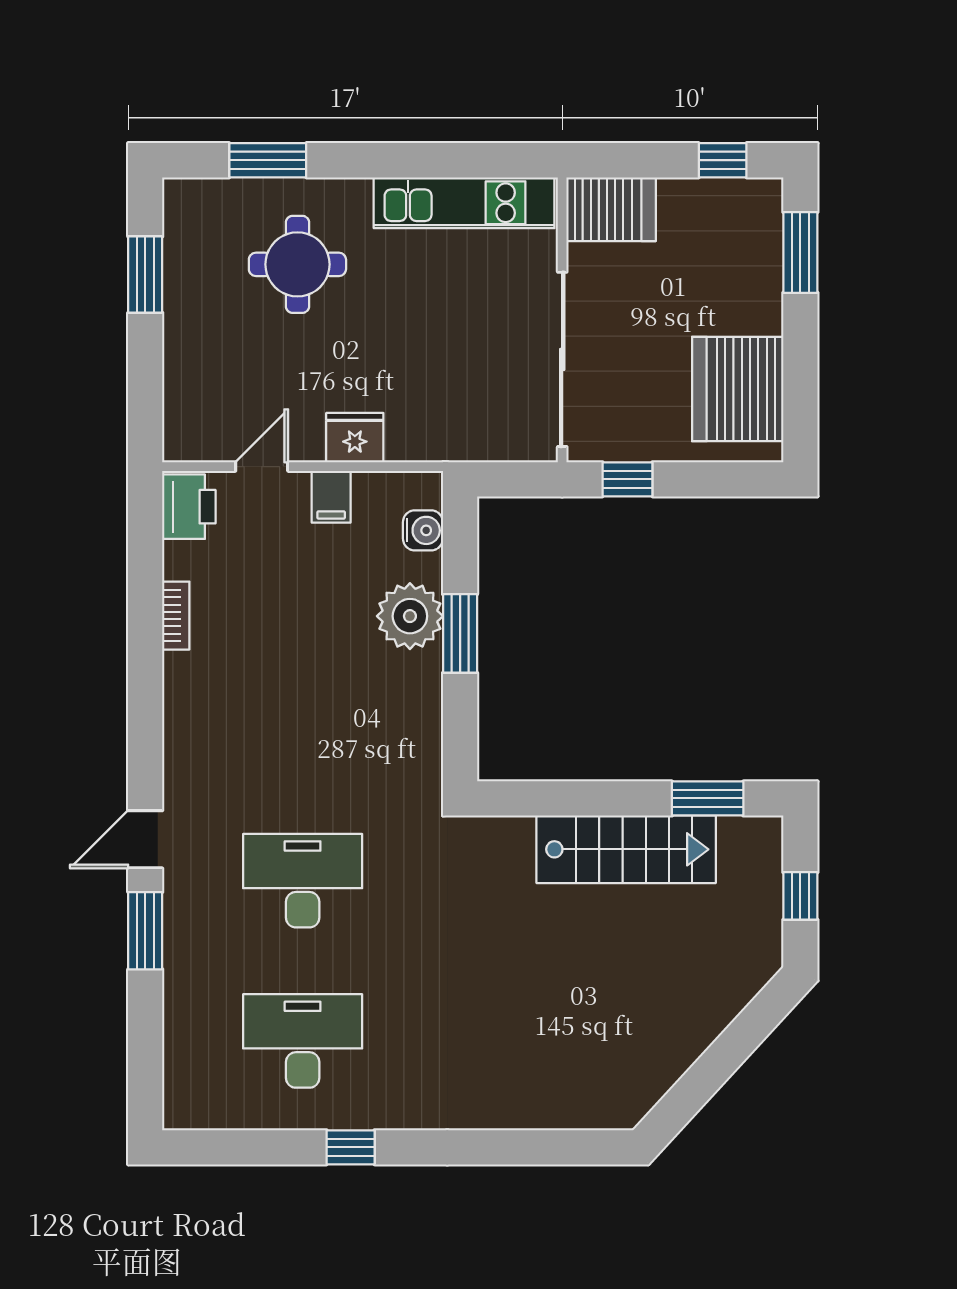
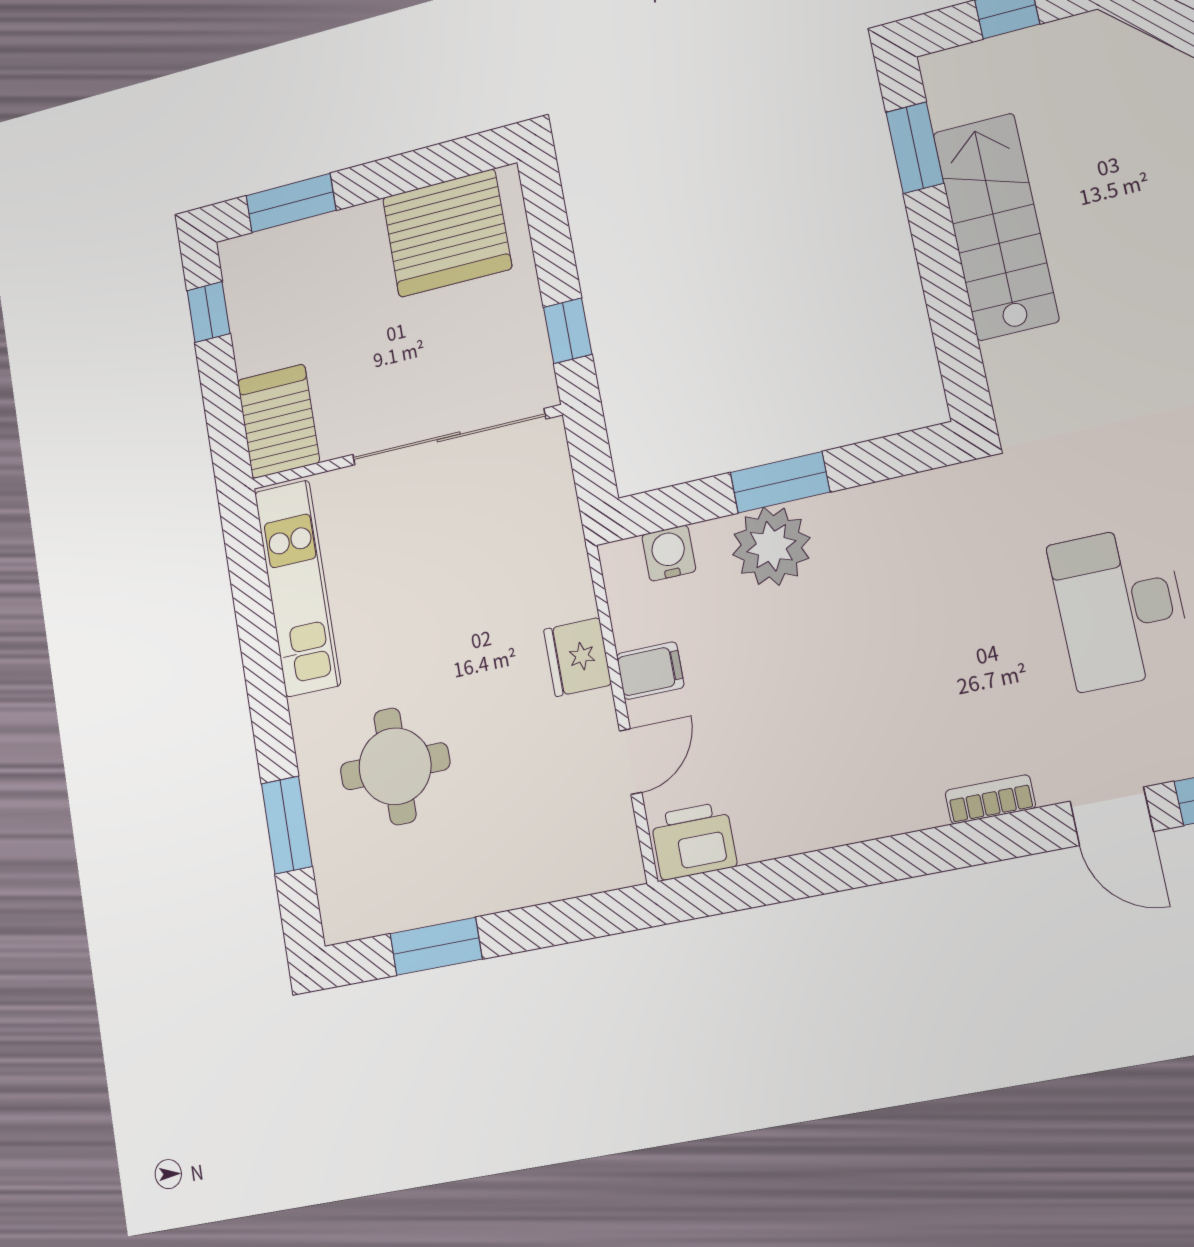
door: (262, 467) -> (631, 761), swing flipped
bookcase: (176, 616) -> (990, 799), moved

